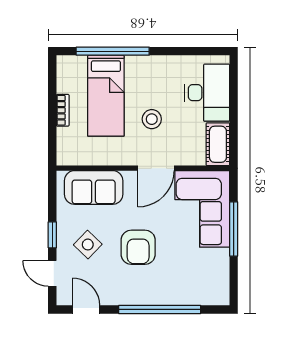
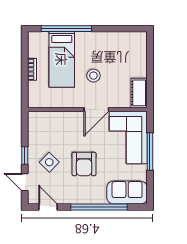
desk: (207, 93) -> (132, 57), removed
sofa: (94, 187) -> (127, 193), moved, turned 180

